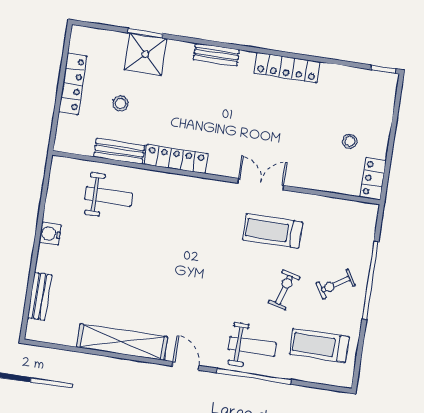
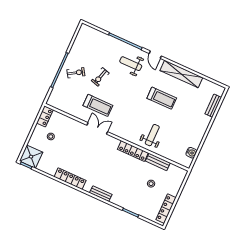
shower: (145, 54) -> (31, 157), moved
locker: (73, 84) -> (166, 209), moved
double door: (261, 184) -> (97, 128), swing flipped
weight bench: (109, 196) -> (152, 135), moved, turned 90
water cooler: (50, 234) -> (191, 153), moved
treadmill: (319, 345) -> (162, 98), moved
weight bench: (252, 346) -> (131, 64), moved

